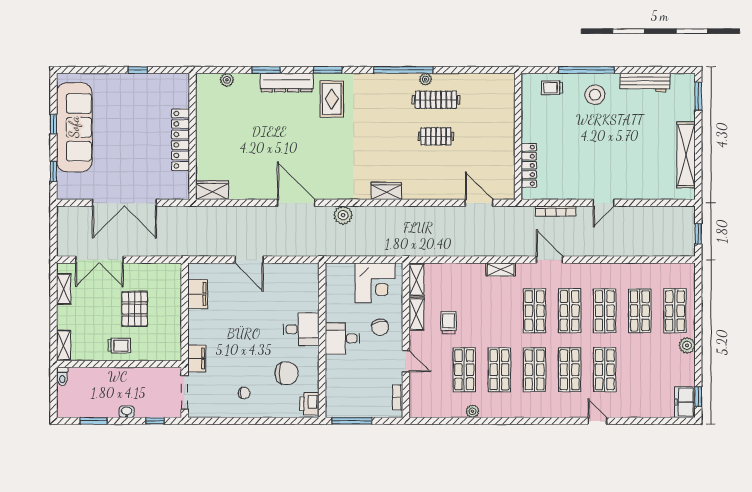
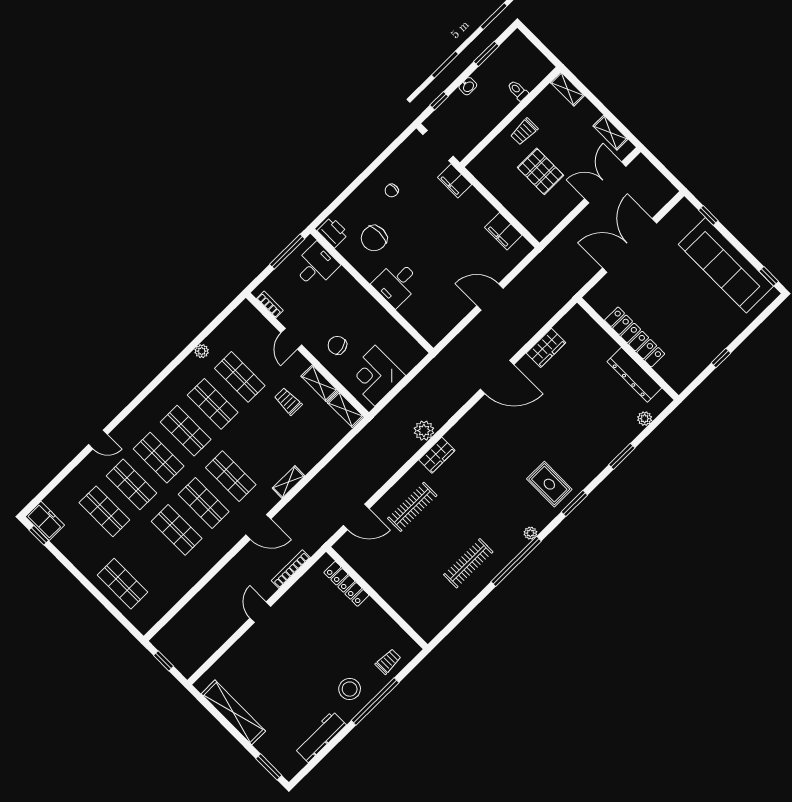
plant: (425, 79) -> (530, 533), moved
dresser: (287, 83) -> (634, 375), moved, turned -90
window: (53, 124) -> (769, 276), moved
clothes rail: (436, 136) -> (412, 507), moved, width x1.36
wardrobe: (212, 190) -> (546, 348), moved
plant: (343, 215) -> (424, 431), moved
shop shelf: (640, 311) -> (104, 511), moved
trolley: (449, 323) -> (288, 401), turned 180
desk: (342, 338) -> (316, 266), moved
plant: (687, 345) -> (87, 566), removed
door: (406, 361) -> (291, 339), hinge flipped
toilet: (62, 376) -> (518, 91), moved

